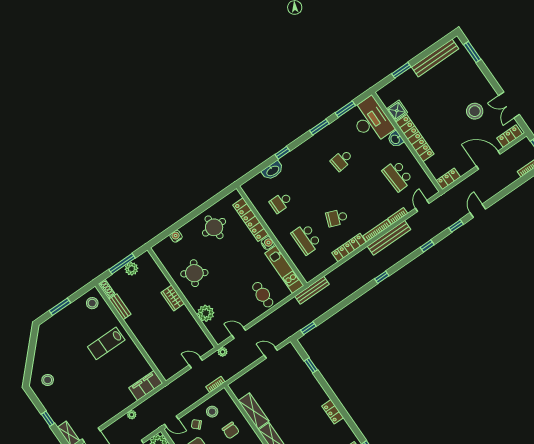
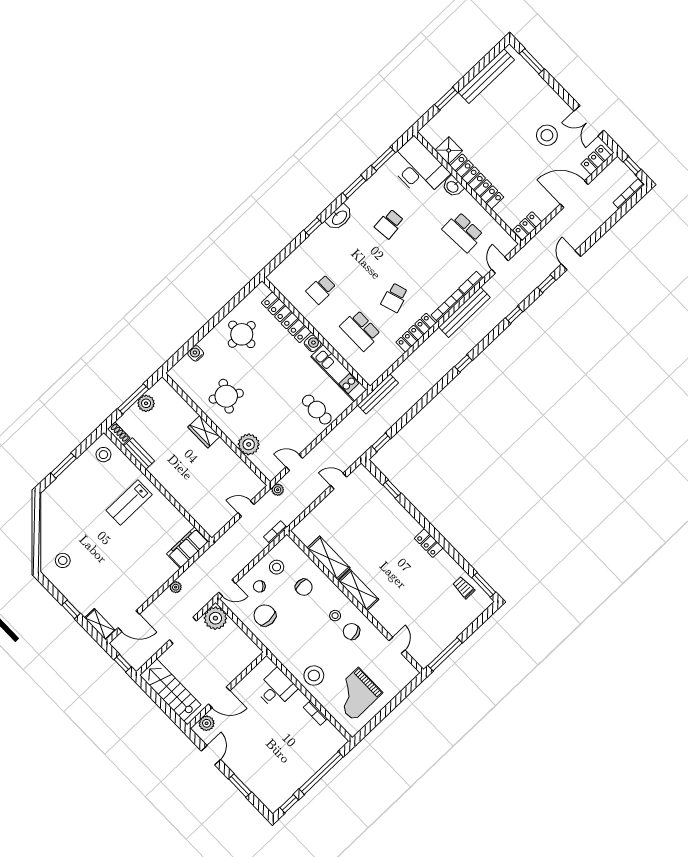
washbasin: (273, 171) -> (339, 217), moved
school desk: (337, 218) -> (395, 298), turned -39

